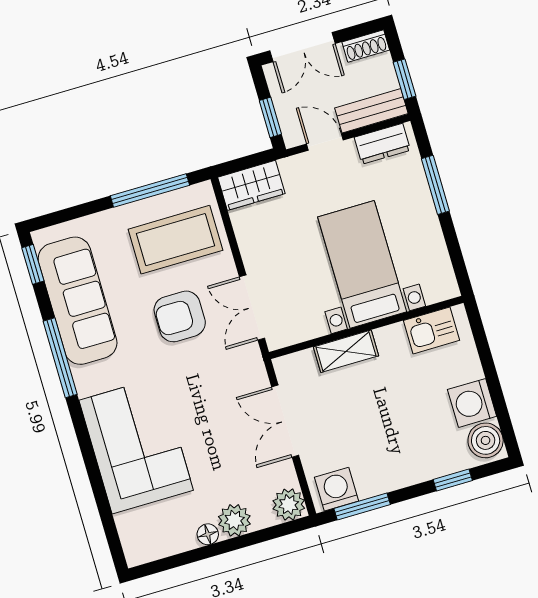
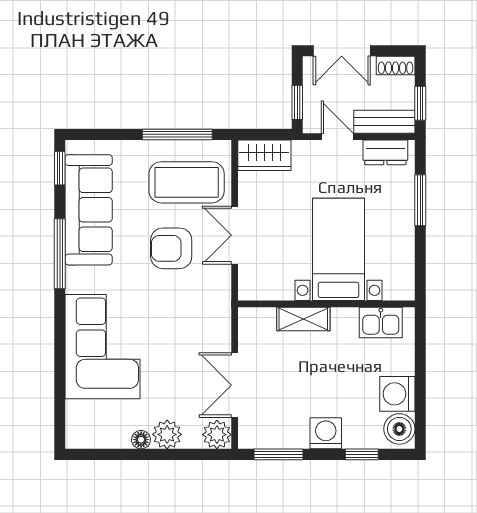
double door: (252, 308) -> (235, 235), moved
double door: (285, 421) -> (235, 385), moved
washing machine: (337, 489) -> (326, 433), moved

